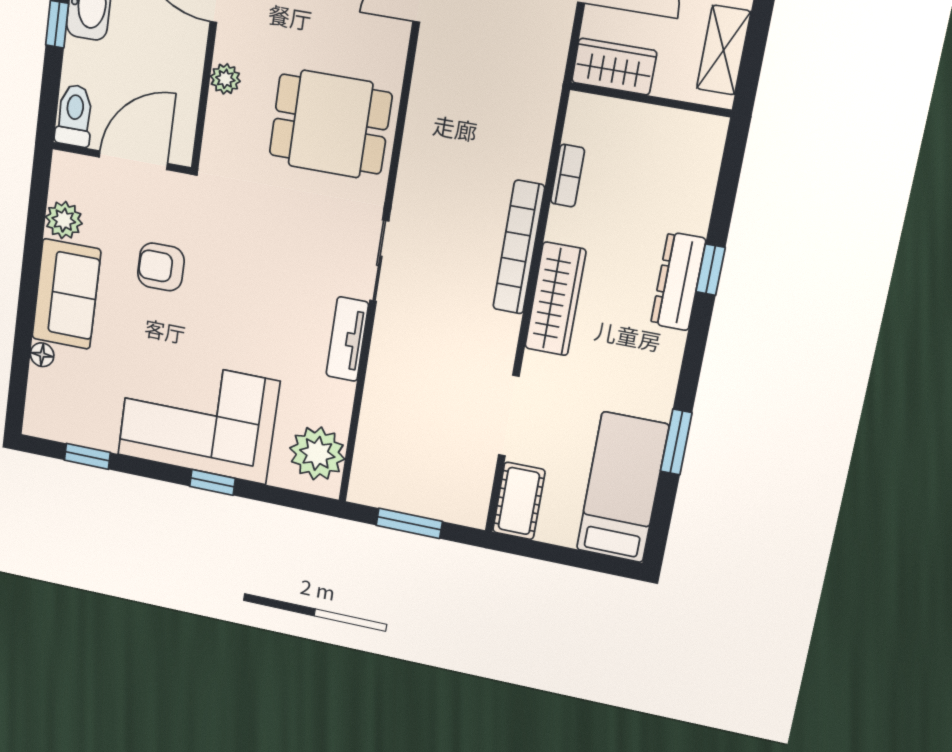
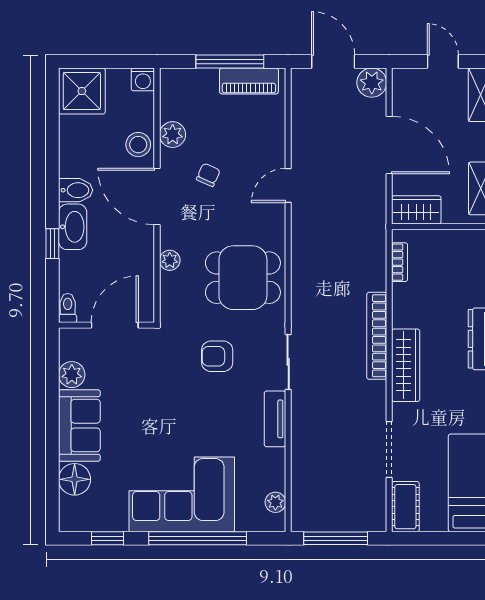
toilet: (74, 116) -> (68, 308), width x0.73, depth x0.72
bookcase: (568, 176) -> (399, 262), moved
armchair: (161, 267) -> (217, 356), moved
floor lamp: (42, 355) -> (75, 479), width x1.89, depth x1.89
plant: (317, 453) -> (275, 502), width x0.53, depth x0.53
window: (212, 482) -> (198, 538), width x3.17
window: (409, 523) -> (336, 538), width x1.44

